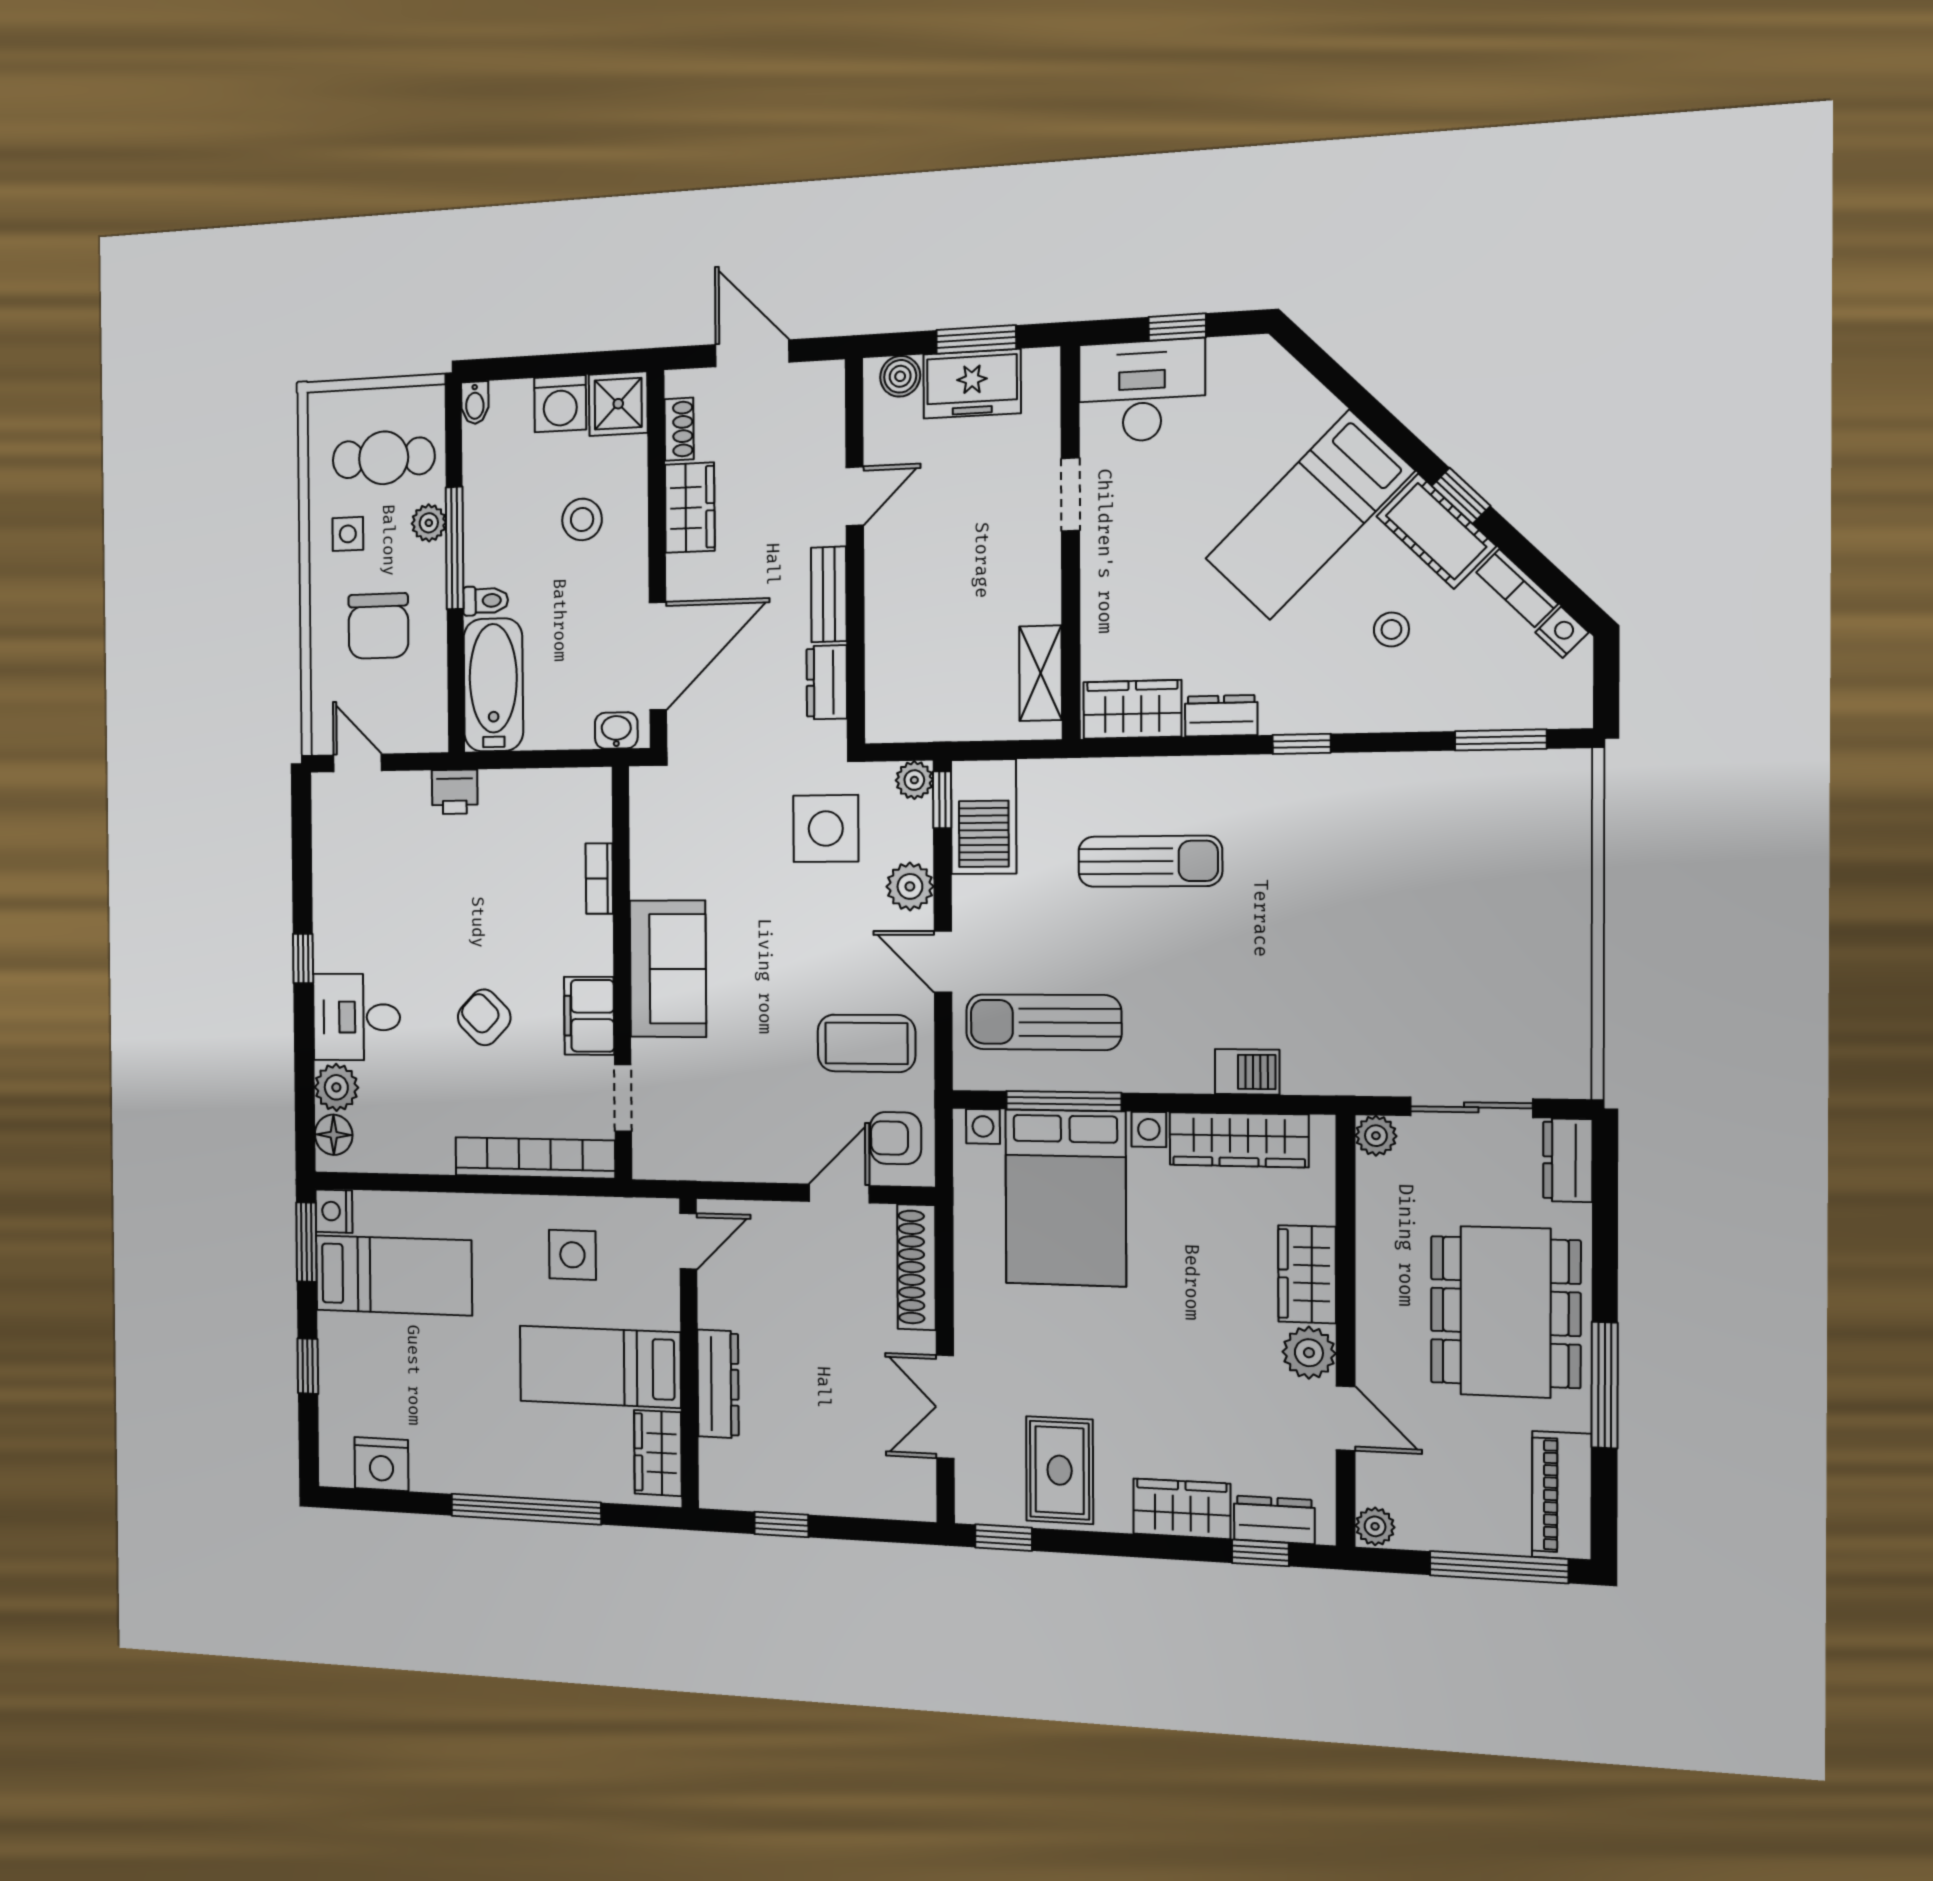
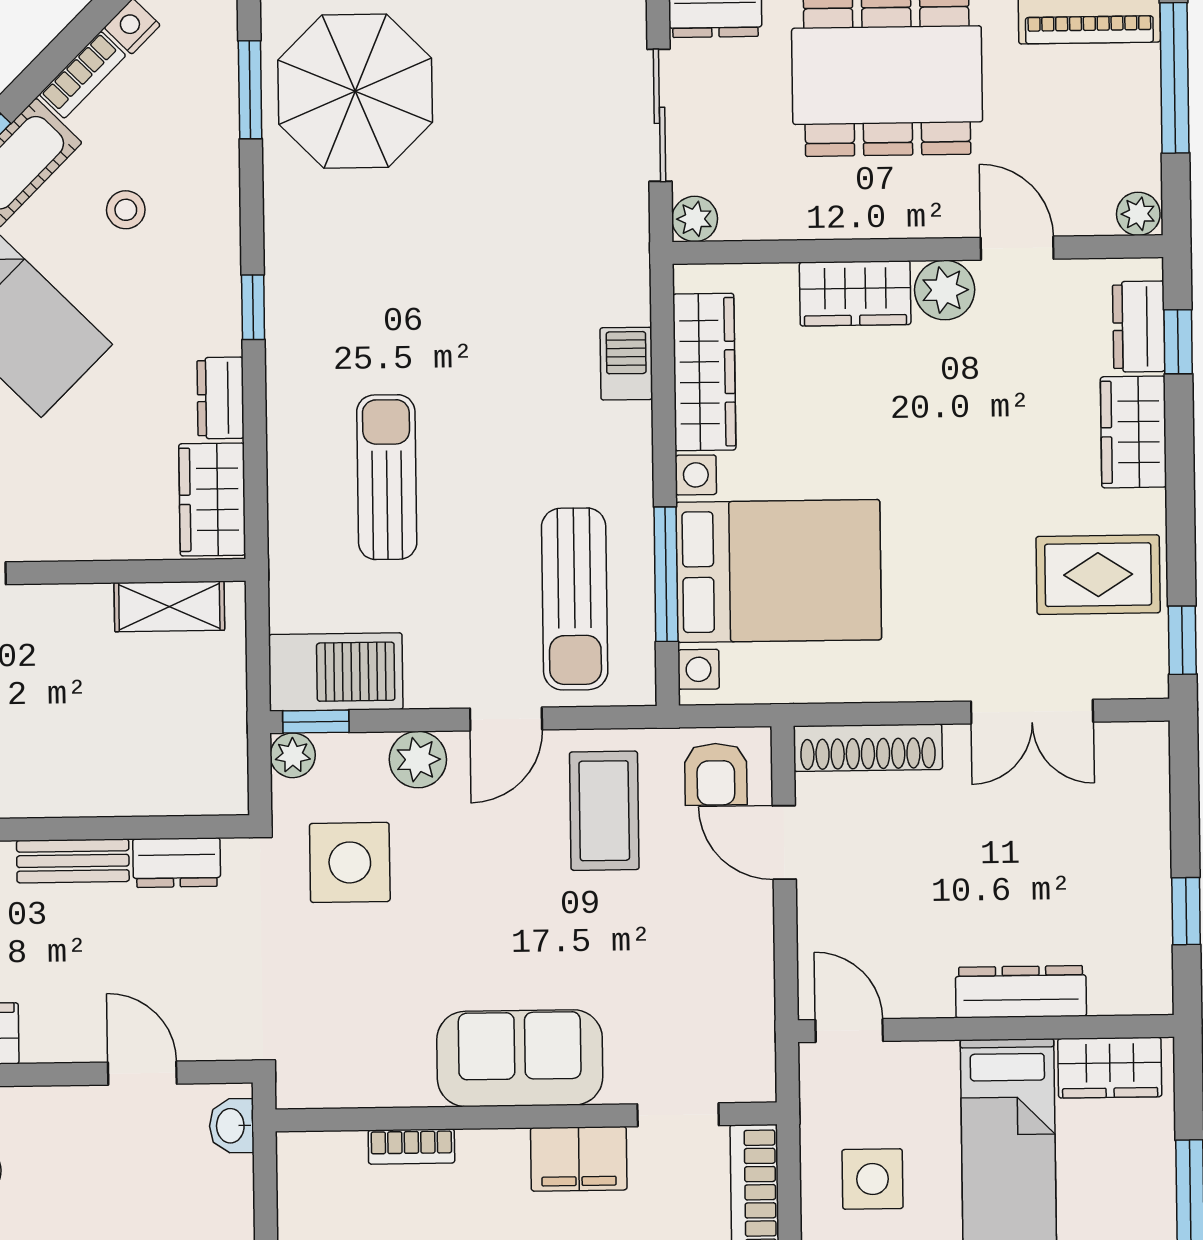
door: (658, 656) -> (142, 1073), width x0.53
parasol: (1498, 835) -> (355, 91), added
door: (1346, 1418) -> (1017, 248), hinge flipped

